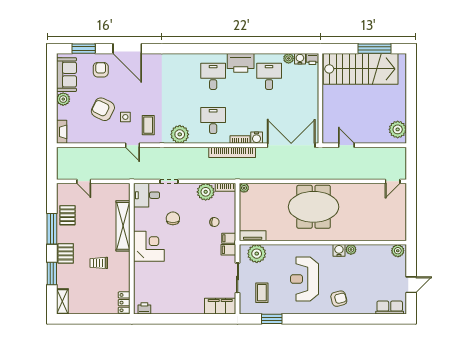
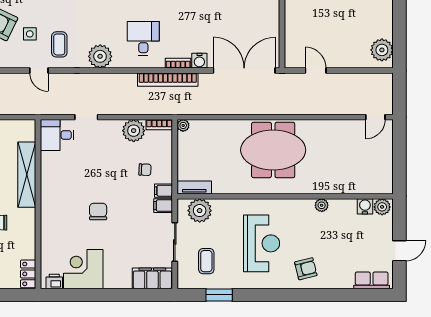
chair: (173, 218) -> (98, 211), moved
corner desk: (149, 246) -> (83, 269), moved, turned -90
water cooler: (339, 250) -> (365, 206), moved
reception desk: (305, 279) -> (261, 243), turned 180

